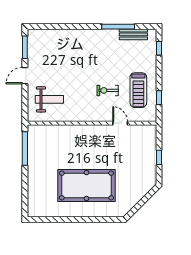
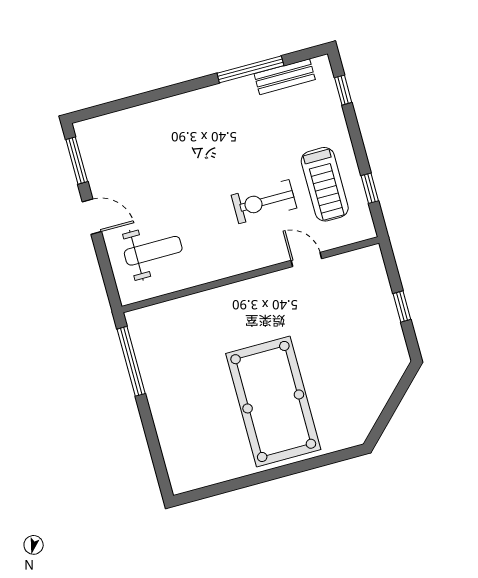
door: (25, 76) -> (92, 217), swing flipped
exercise bike: (108, 90) -> (264, 202), width x1.38, depth x1.39
pool table: (86, 186) -> (273, 401), turned 90

